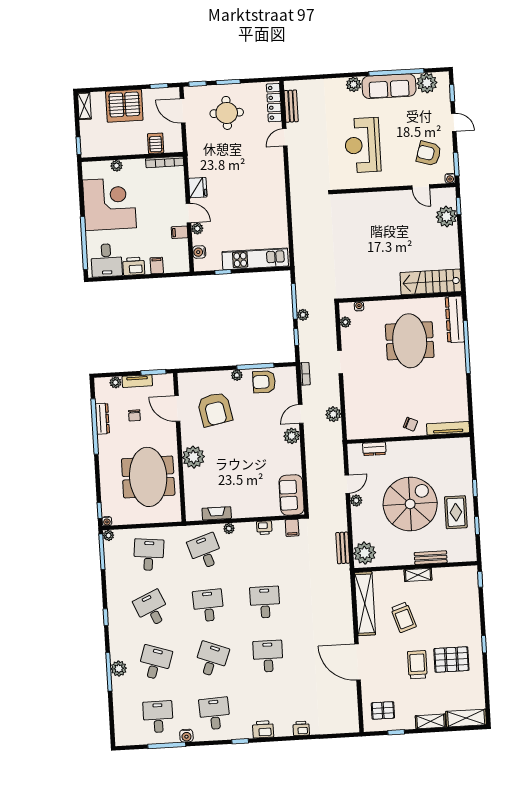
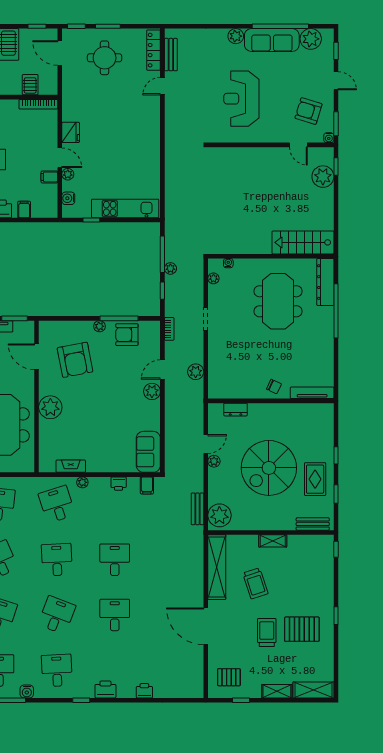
spiral stairs: (410, 504) -> (269, 468), turned 180
bench: (431, 558) -> (313, 524), moved

